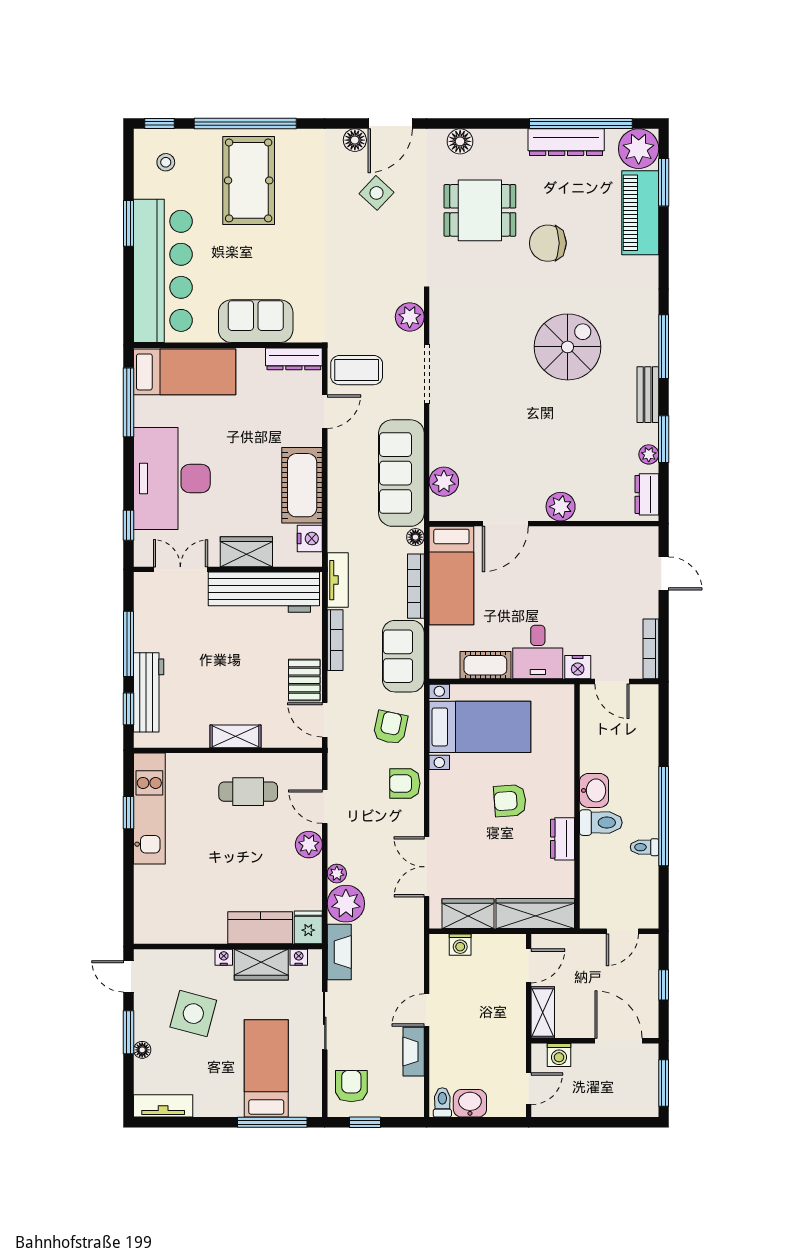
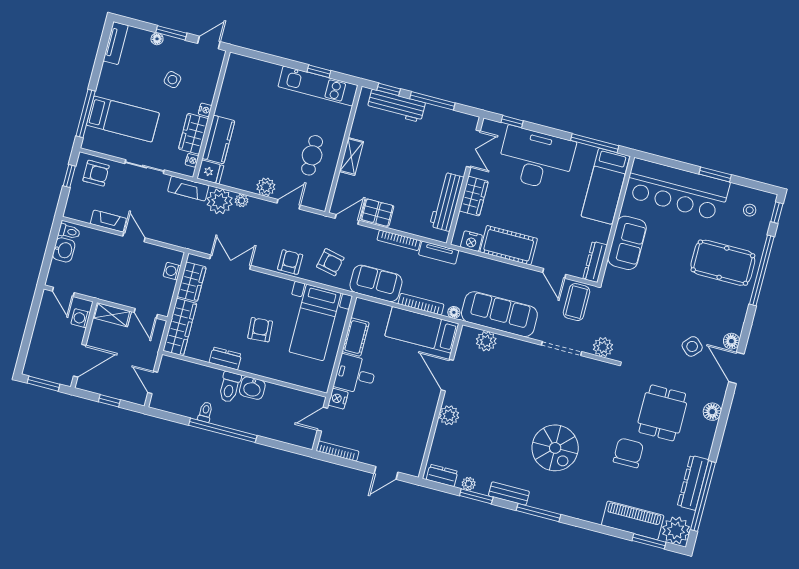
workbench: (264, 592) -> (447, 202), width x0.73, depth x0.76
side table: (193, 1014) -> (172, 80), width x0.54, depth x0.54

